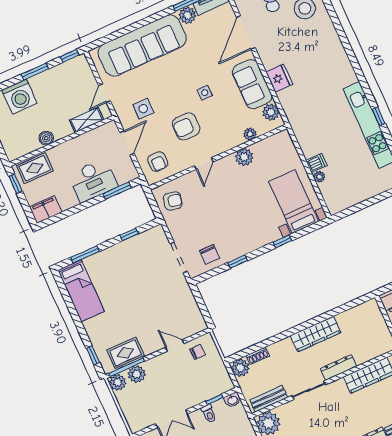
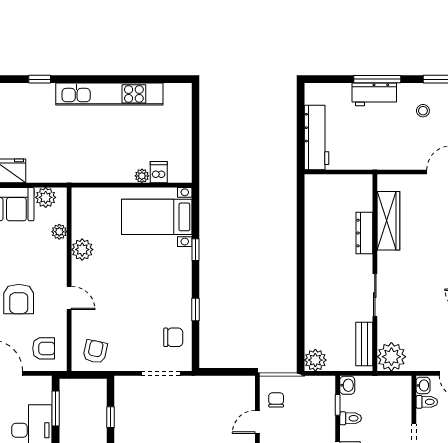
window: (379, 116) -> (40, 79), moved
dishwasher: (316, 163) -> (159, 172), moved
wardrobe: (315, 334) -> (316, 259), removed
shoe rack: (258, 356) -> (311, 335), removed
dresser: (338, 367) -> (364, 233), moved

